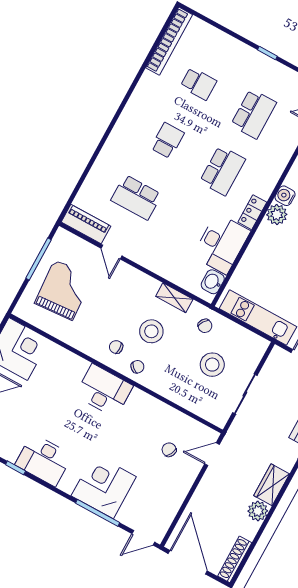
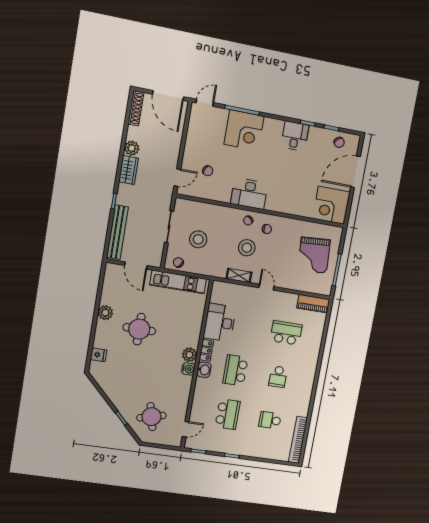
school desk: (254, 114) -> (228, 414), turned 180
door: (111, 252) -> (266, 287), moved
washbasin: (213, 282) -> (204, 370), moved
chair: (205, 326) -> (178, 262), moved
desk: (104, 391) -> (249, 194), moved
desk: (44, 460) -> (295, 136), width x0.73

